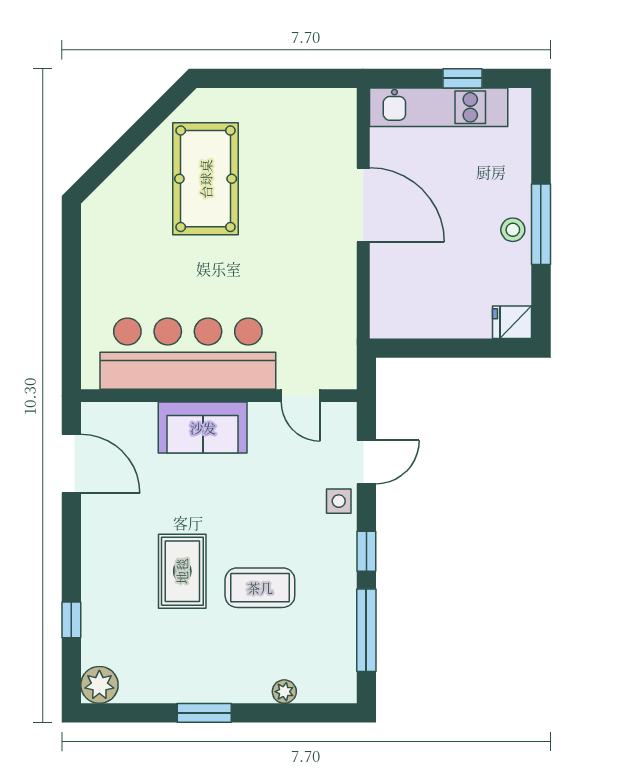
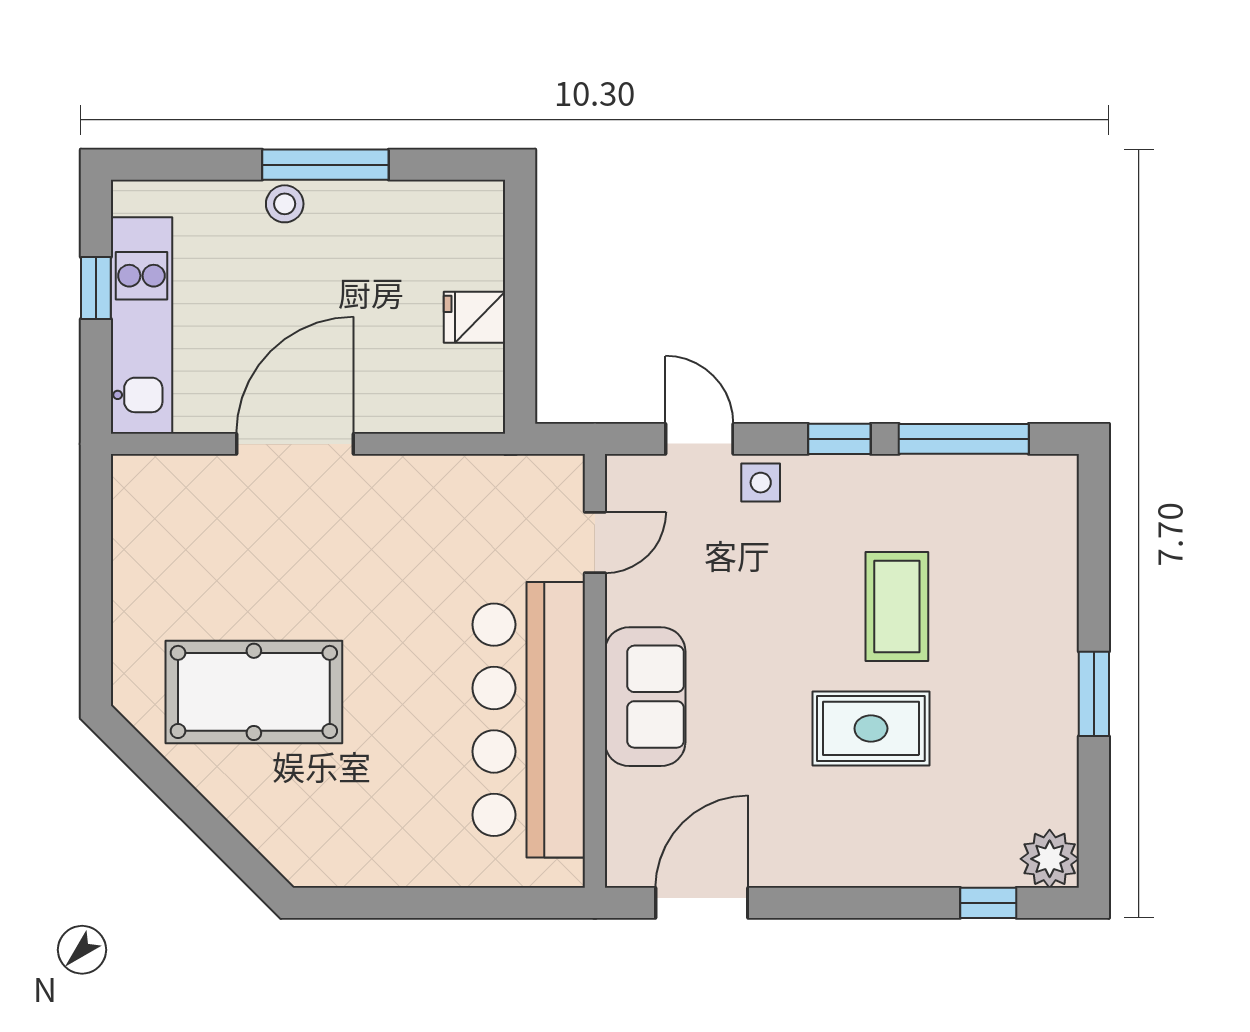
stool: (513, 230) -> (285, 204), moved
fridge: (512, 322) -> (475, 317), moved, turned 90
window: (71, 620) -> (988, 903), moved
plant: (284, 692) -> (1060, 568), removed

